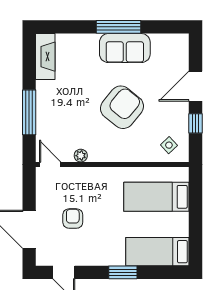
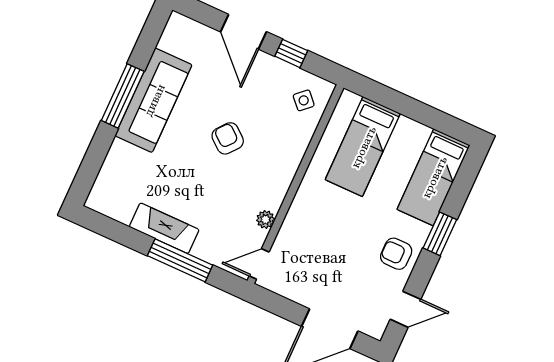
sofa: (125, 48) -> (154, 100), width x1.36
fireplace: (45, 57) -> (164, 228), moved
armchair: (122, 107) -> (228, 138), width x0.53, depth x0.53
armchair: (73, 219) -> (396, 254), moved

